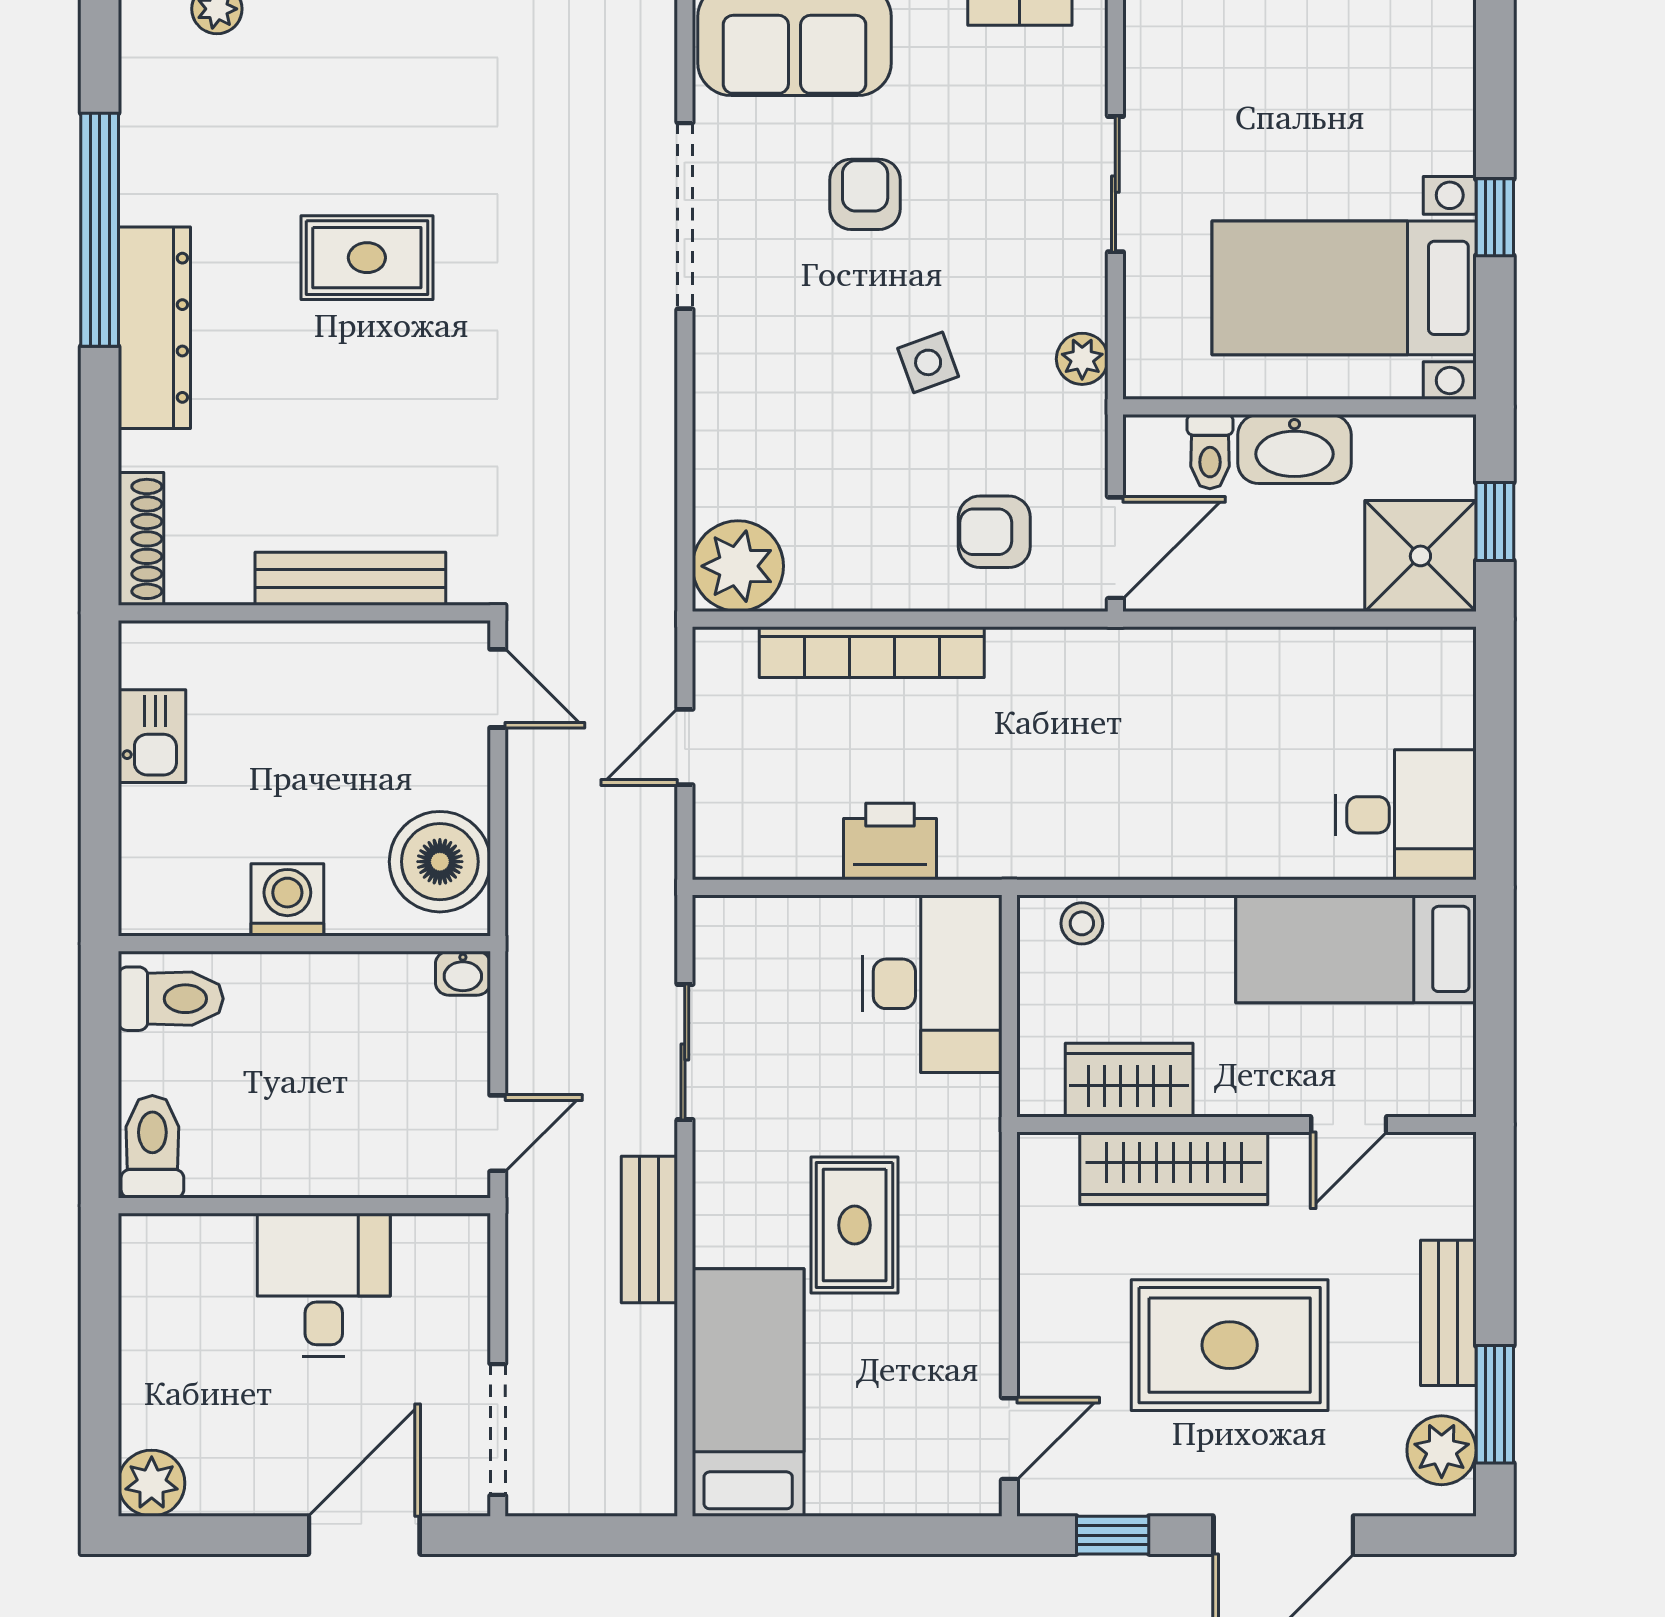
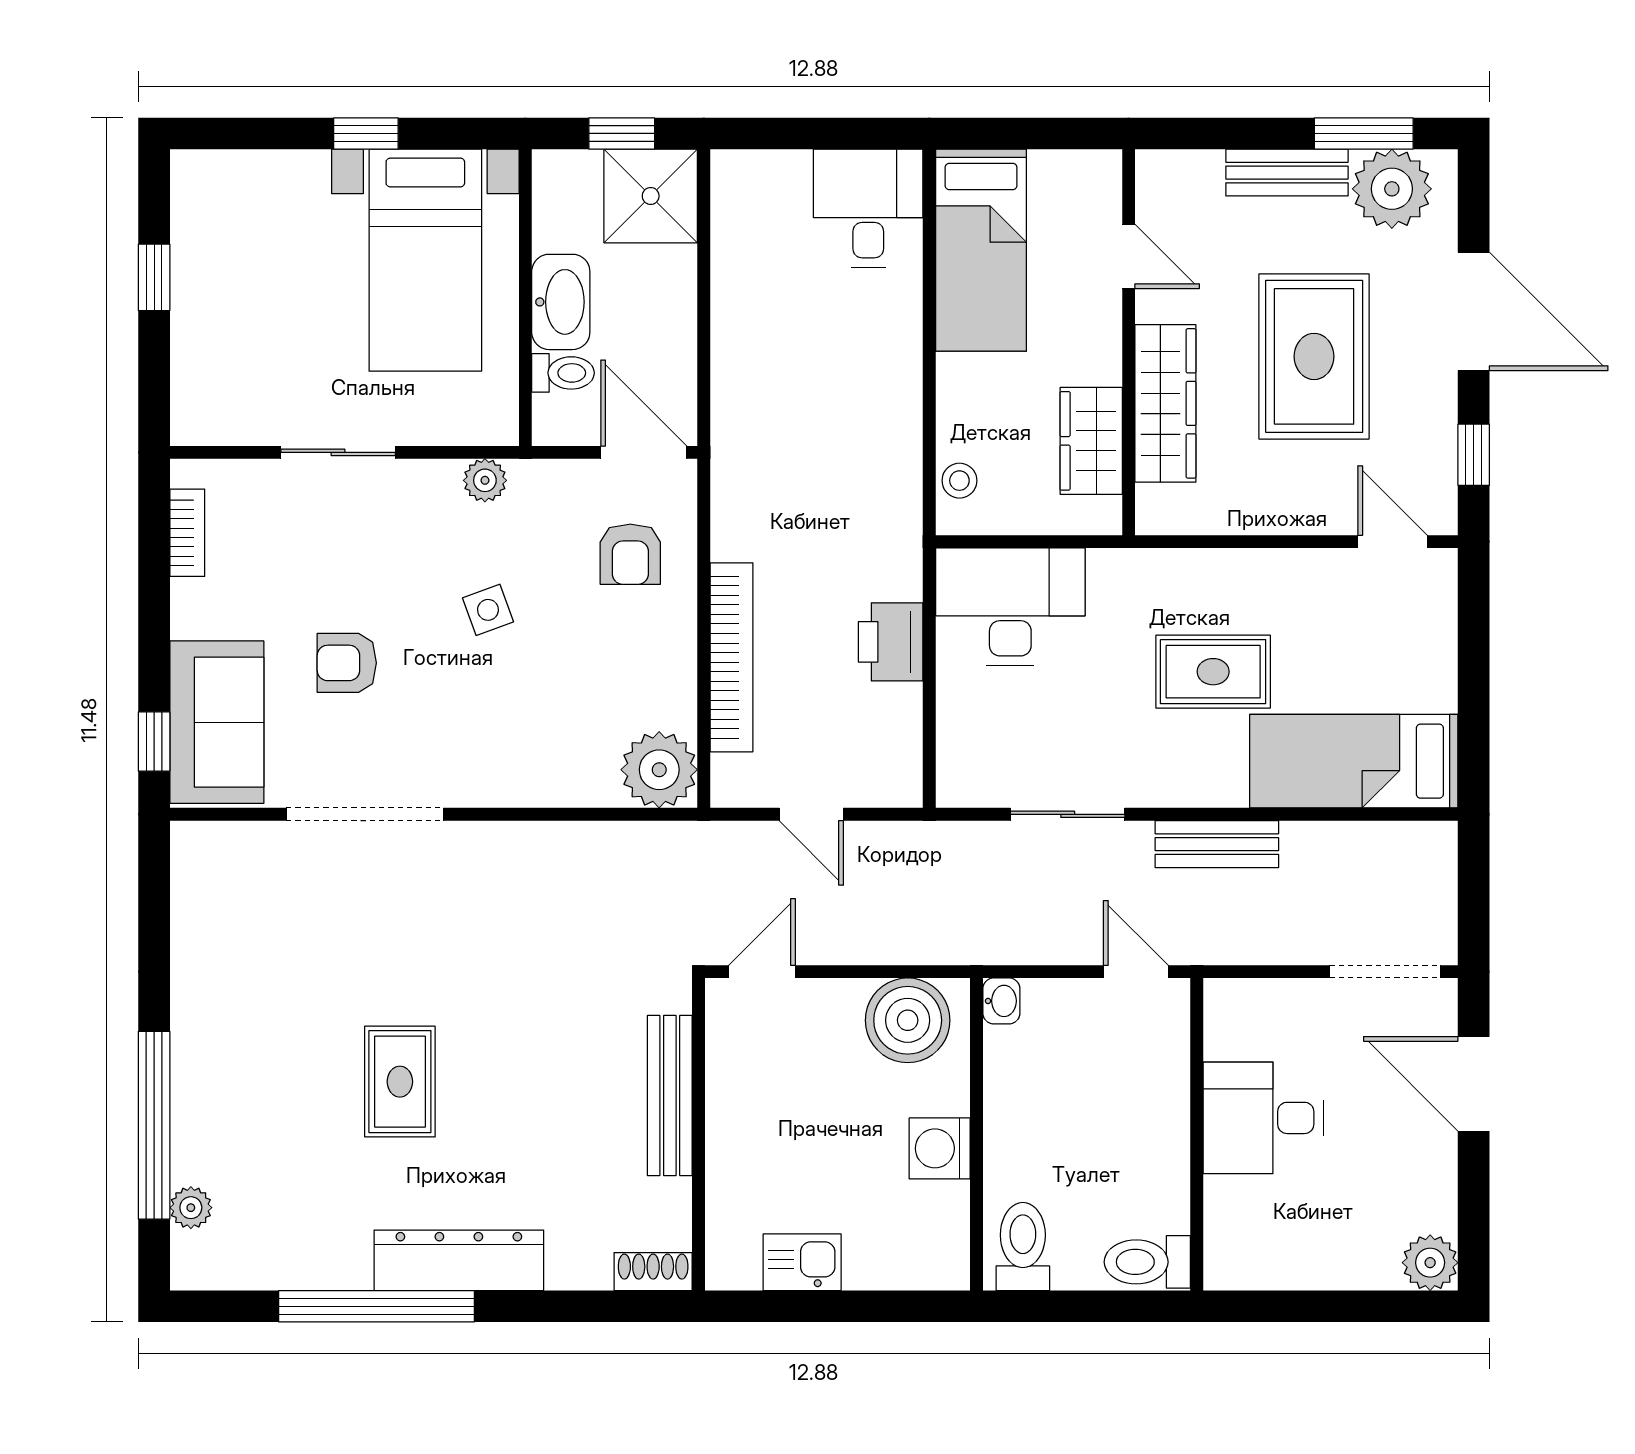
shoe rack: (141, 539) -> (653, 1272), width x0.70
plant: (1442, 1450) -> (1392, 189), width x1.36, depth x1.36

